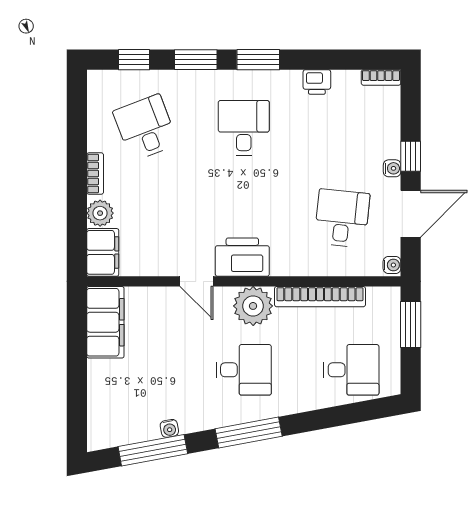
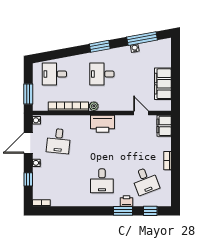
window: (258, 60) -> (95, 211), removed
printer: (317, 82) -> (127, 201), moved
window: (411, 156) -> (28, 179), moved
plant: (100, 213) -> (165, 143), removed
door: (197, 281) -> (141, 113), moved
plant: (253, 306) -> (94, 106), width x0.53, depth x0.53
filing cabinet: (105, 322) -> (163, 84), moved
window: (249, 432) -> (100, 46), width x0.69

